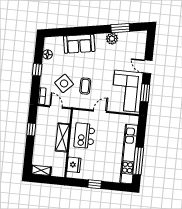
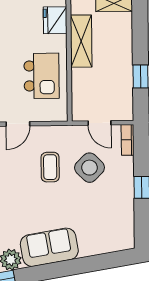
sofa: (79, 44) -> (49, 247), moved
floor lamp: (47, 54) -> (126, 217), removed
shelving: (62, 137) -> (81, 41), moved

